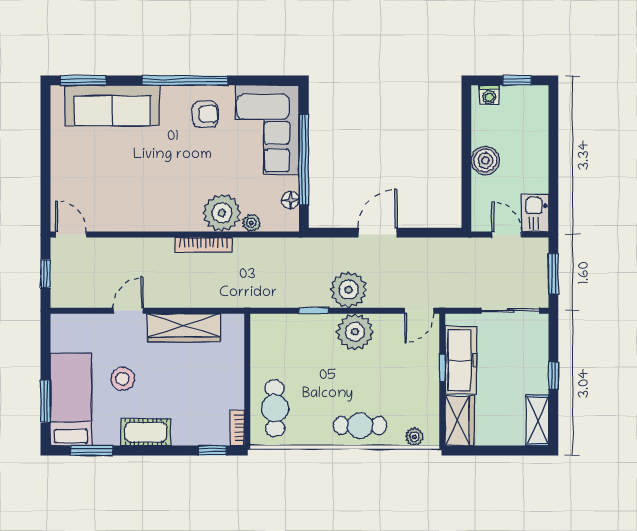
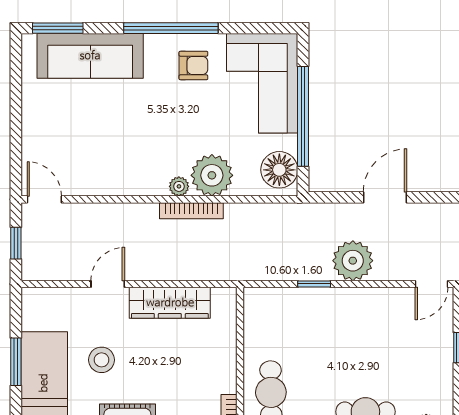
floor lamp: (290, 200) -> (279, 170), width x1.89, depth x1.89
plant: (251, 223) -> (179, 186), moved
plant: (355, 332) -> (360, 307), removed
window: (46, 401) -> (16, 362), moved

